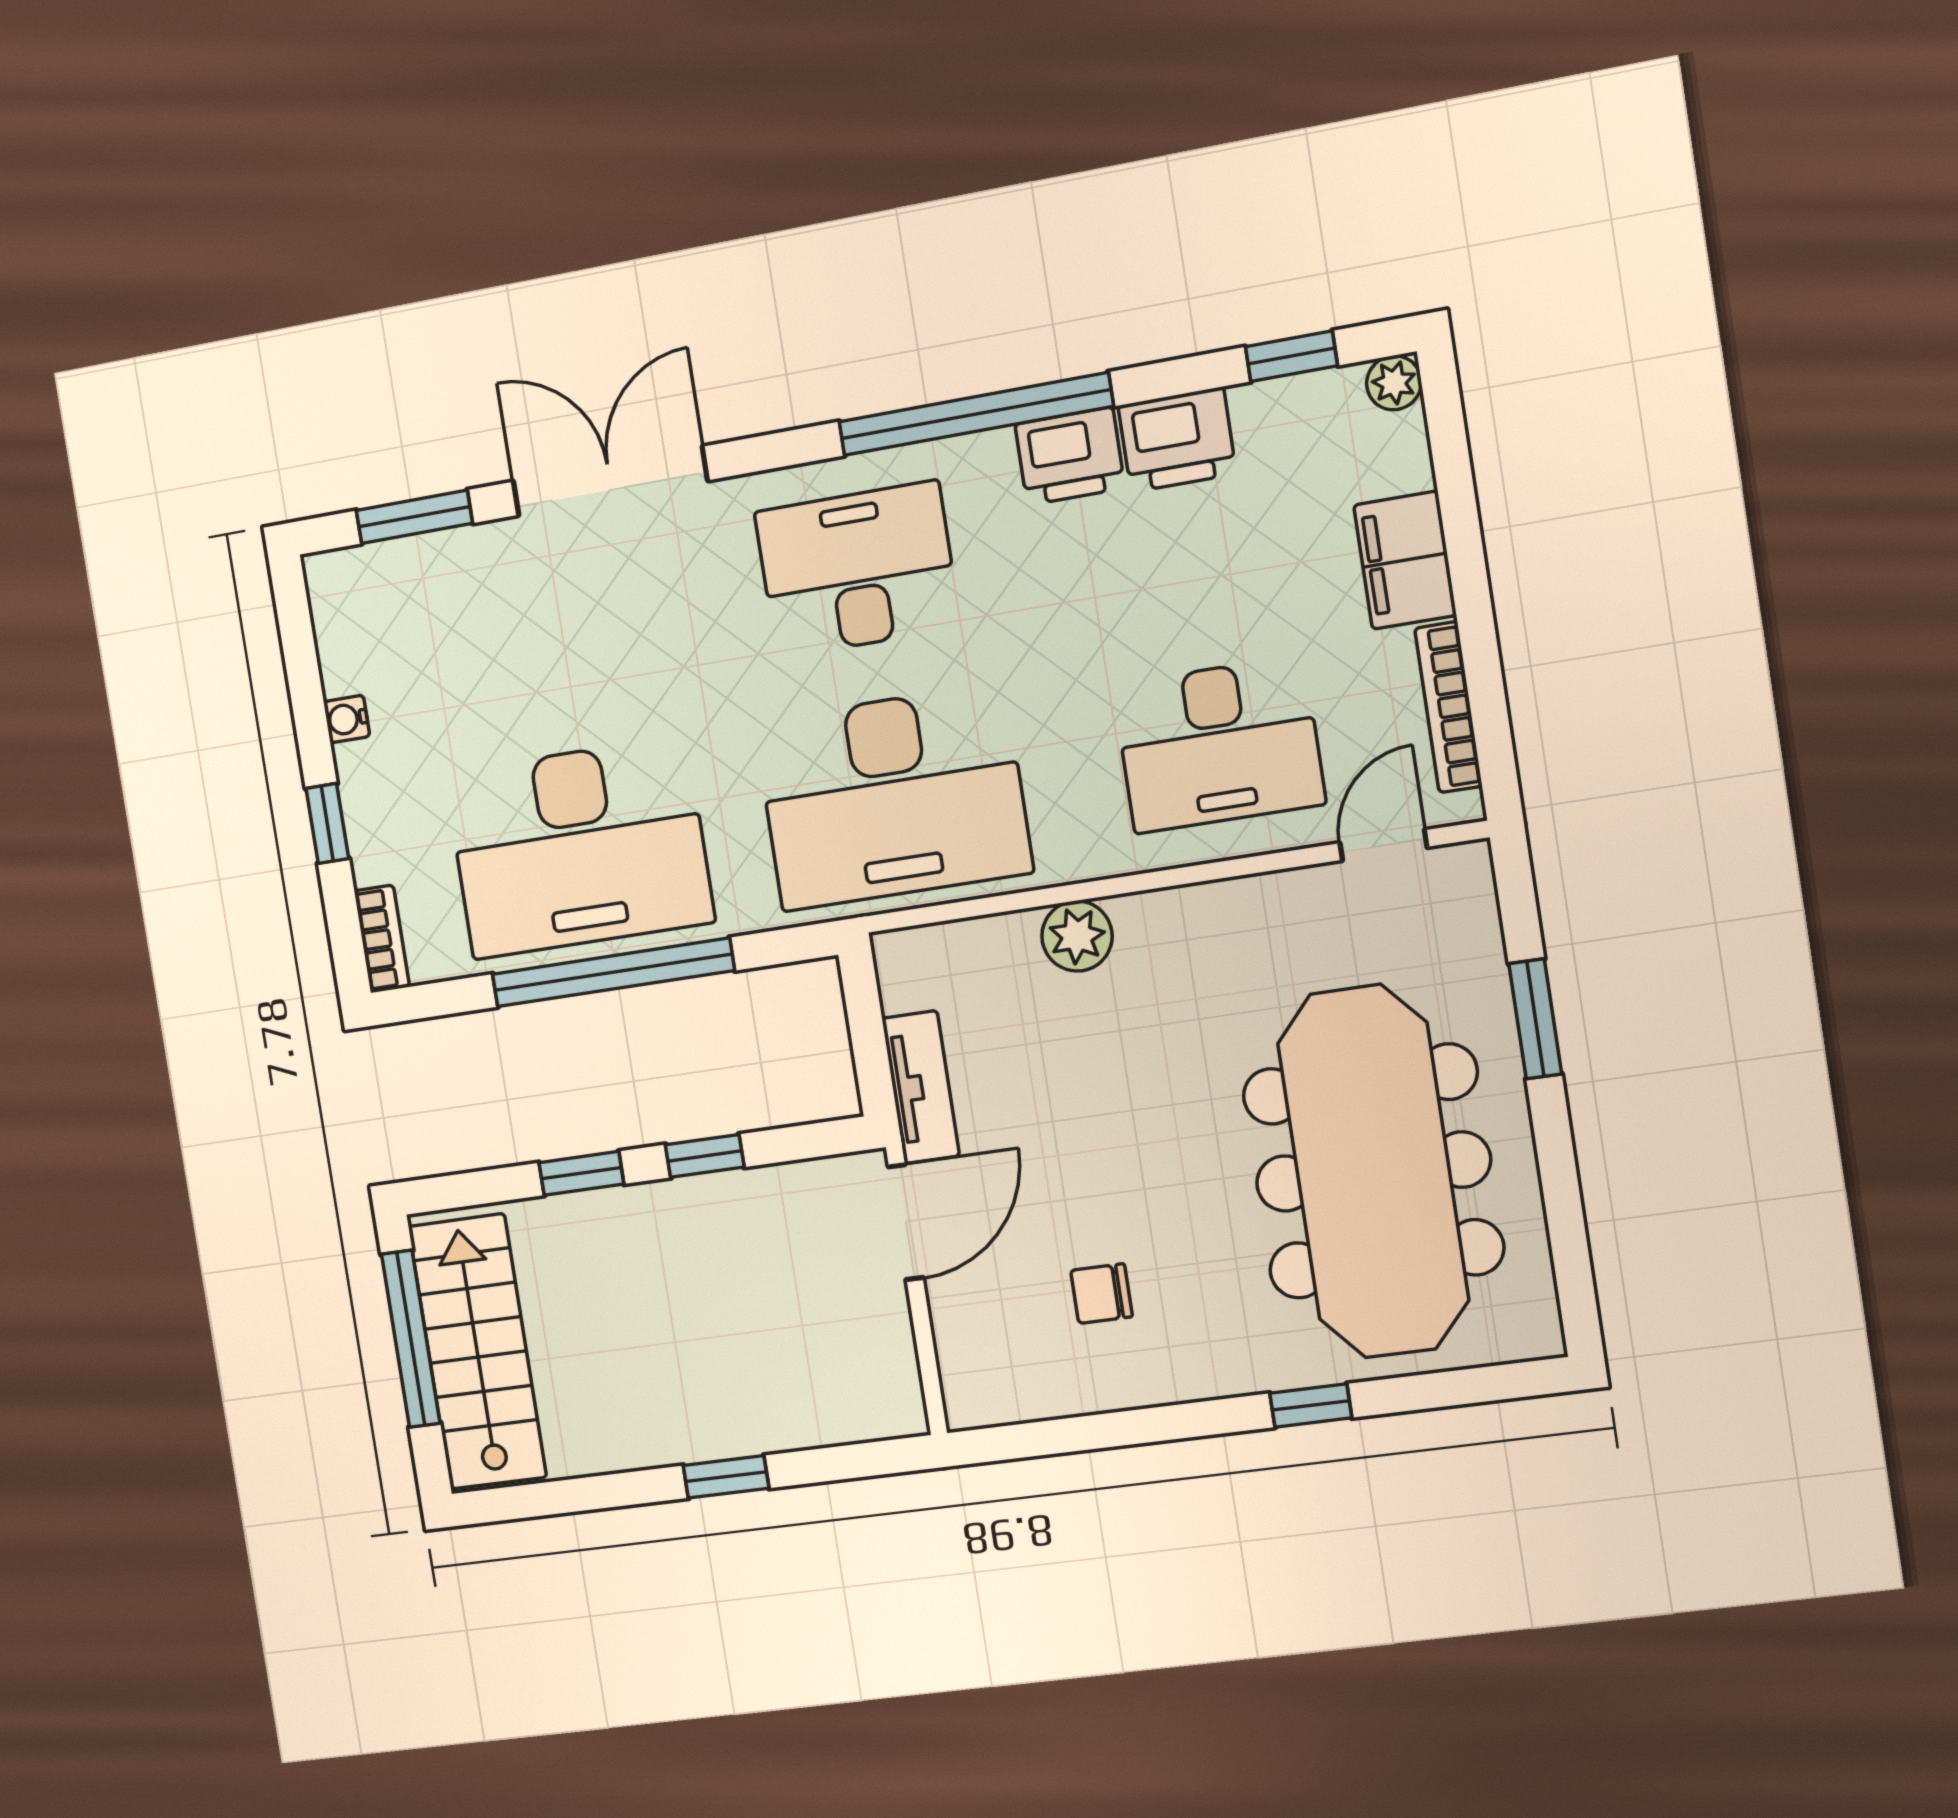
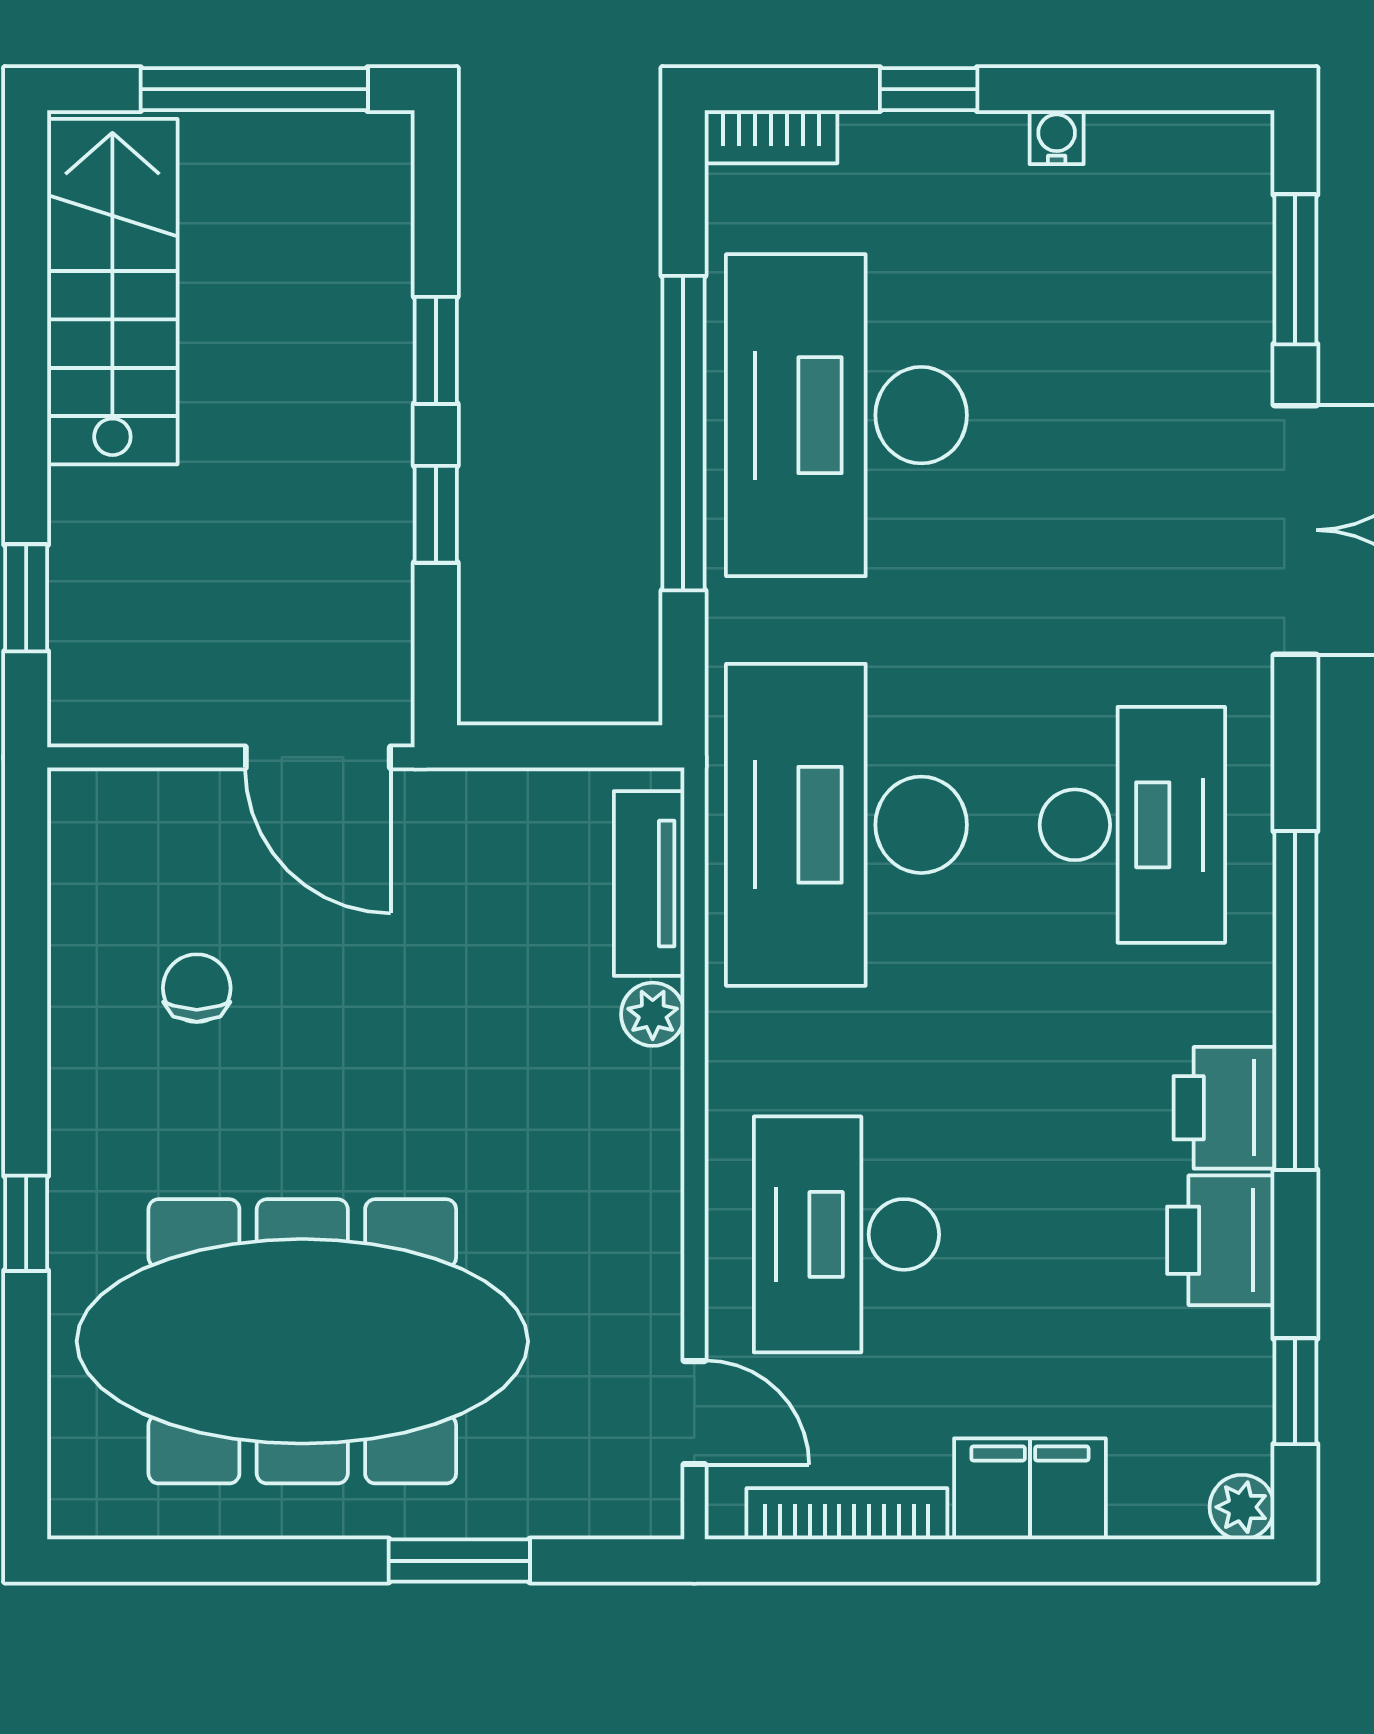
plant: (1077, 936) -> (653, 1014), width x0.73, depth x0.73
tv unit: (921, 1087) -> (649, 883), moved, turned 90
stairs: (477, 1352) -> (112, 292), moved, turned -90
window: (726, 1477) -> (26, 598), moved

